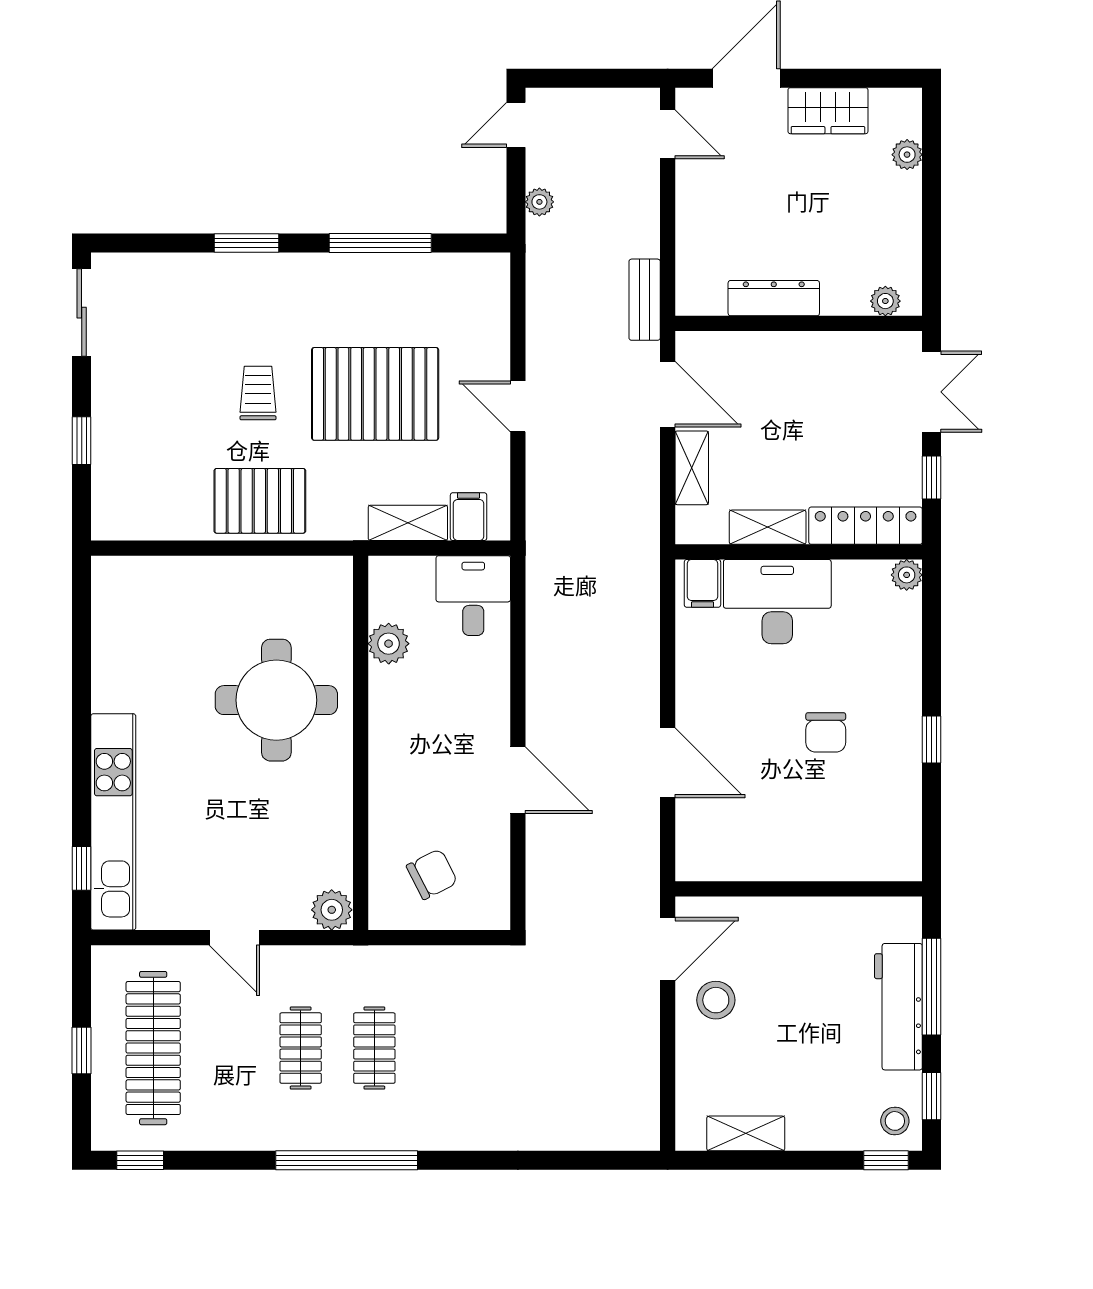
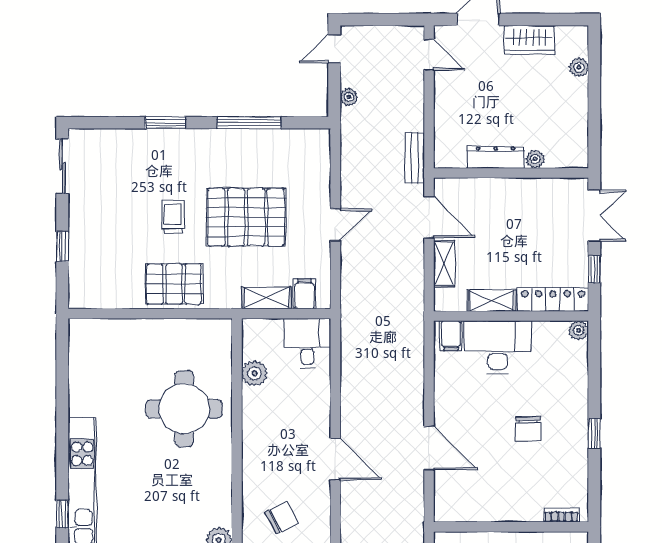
plant: (885, 301) -> (535, 159), moved
door: (518, 406) -> (335, 225), swing flipped
bookcase: (879, 870) -> (561, 515), added

